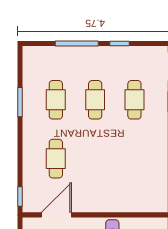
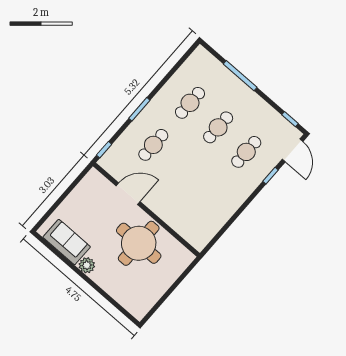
window: (120, 44) -> (290, 119), moved
window: (20, 102) -> (139, 109), moved
door: (56, 215) -> (128, 194), moved

